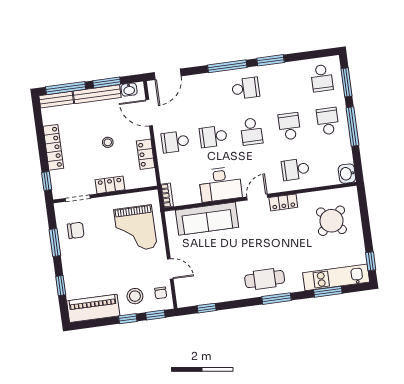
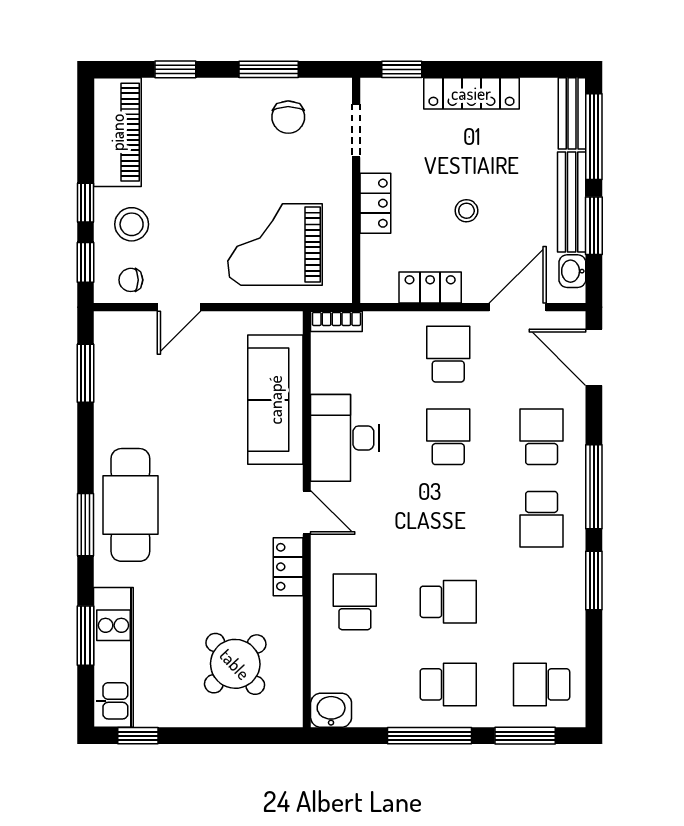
school desk: (251, 131) -> (542, 437), moved, turned 90
cafe table: (265, 279) -> (130, 505), width x1.37, depth x1.35
window: (207, 308) -> (85, 373), width x1.50

